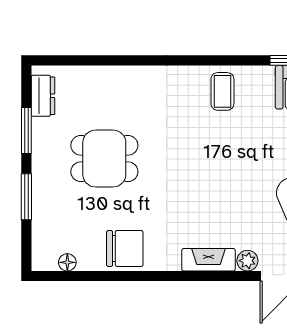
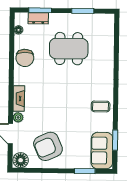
dresser: (43, 96) -> (38, 18), moved
dining table: (104, 159) -> (69, 49), width x1.38
window: (26, 197) -> (40, 10), moved

